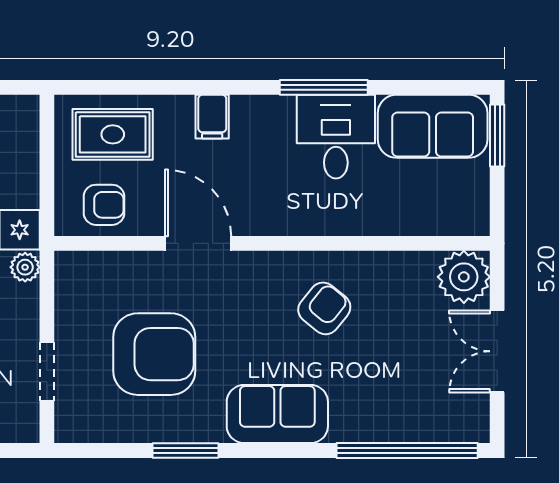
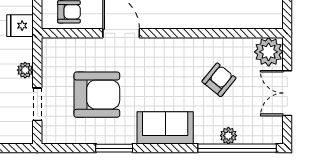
plant: (25, 267) -> (25, 70), moved
armchair: (324, 308) -> (219, 80), moved
plant: (391, 428) -> (228, 136), added

